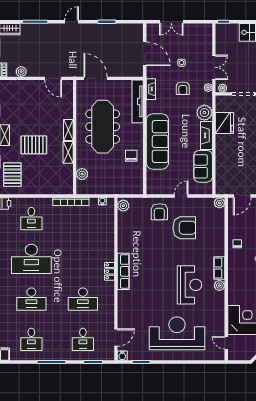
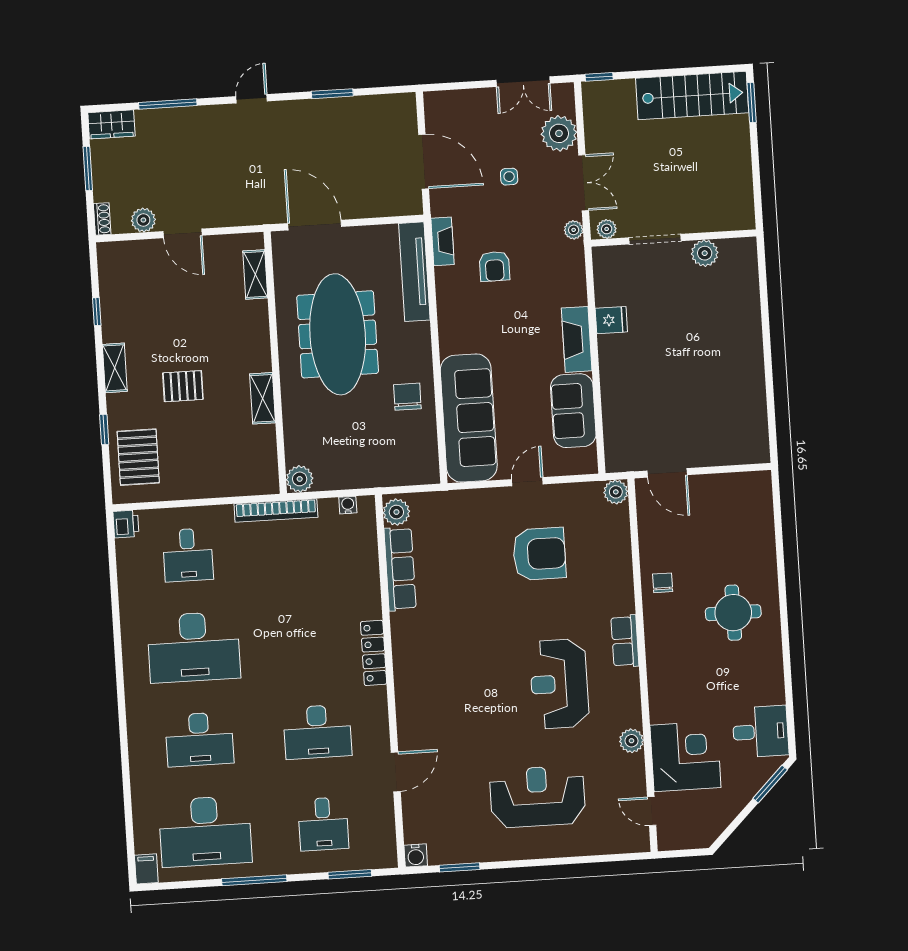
double door: (171, 22) -> (523, 82), moved
door: (53, 78) -> (183, 233), moved
armchair: (183, 88) -> (494, 266), moved
plant: (204, 113) -> (559, 133), moved
fridge: (224, 123) -> (611, 320), width x0.53, depth x0.75
shelving: (68, 130) -> (255, 274), moved
sofa: (157, 141) -> (469, 418), moved
pallet: (34, 145) -> (183, 386), width x0.67, depth x0.71
plant: (82, 174) -> (300, 479), moved
door: (242, 196) -> (667, 473), hinge flipped
armchair: (159, 212) -> (480, 521), removed
locker: (110, 271) -> (374, 653), width x1.53
row of seats: (123, 271) -> (400, 569), moved
reception desk: (189, 285) -> (559, 684), turned 180
plant: (219, 285) -> (631, 741), moved
reception desk: (177, 333) -> (537, 797), width x0.74, depth x0.77
door: (116, 337) -> (396, 772), moved
desk: (31, 339) -> (205, 831), width x1.87, depth x1.30

